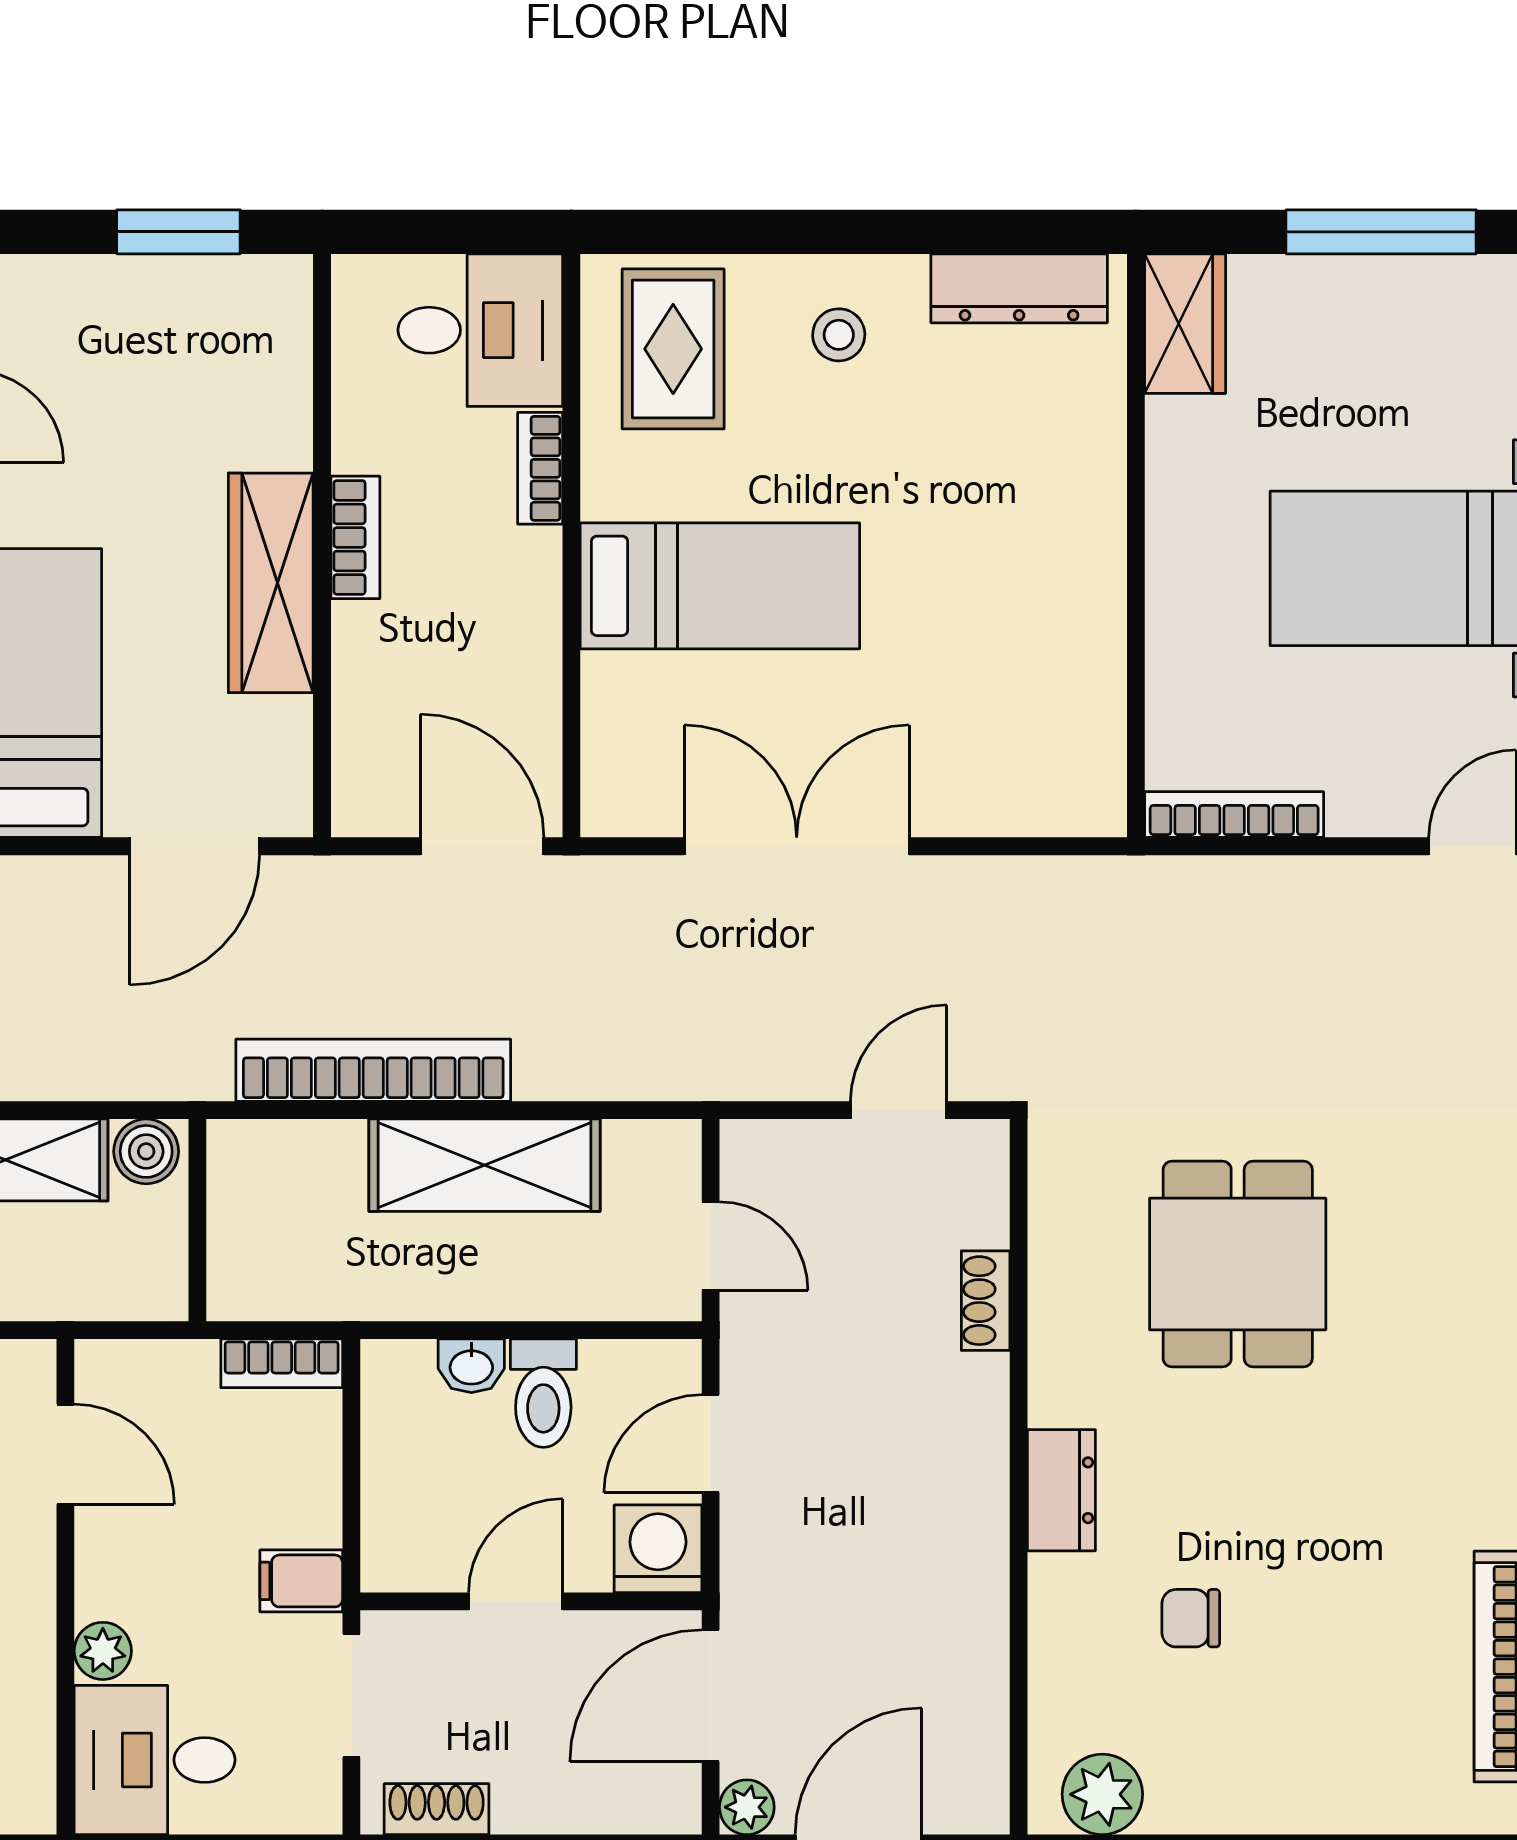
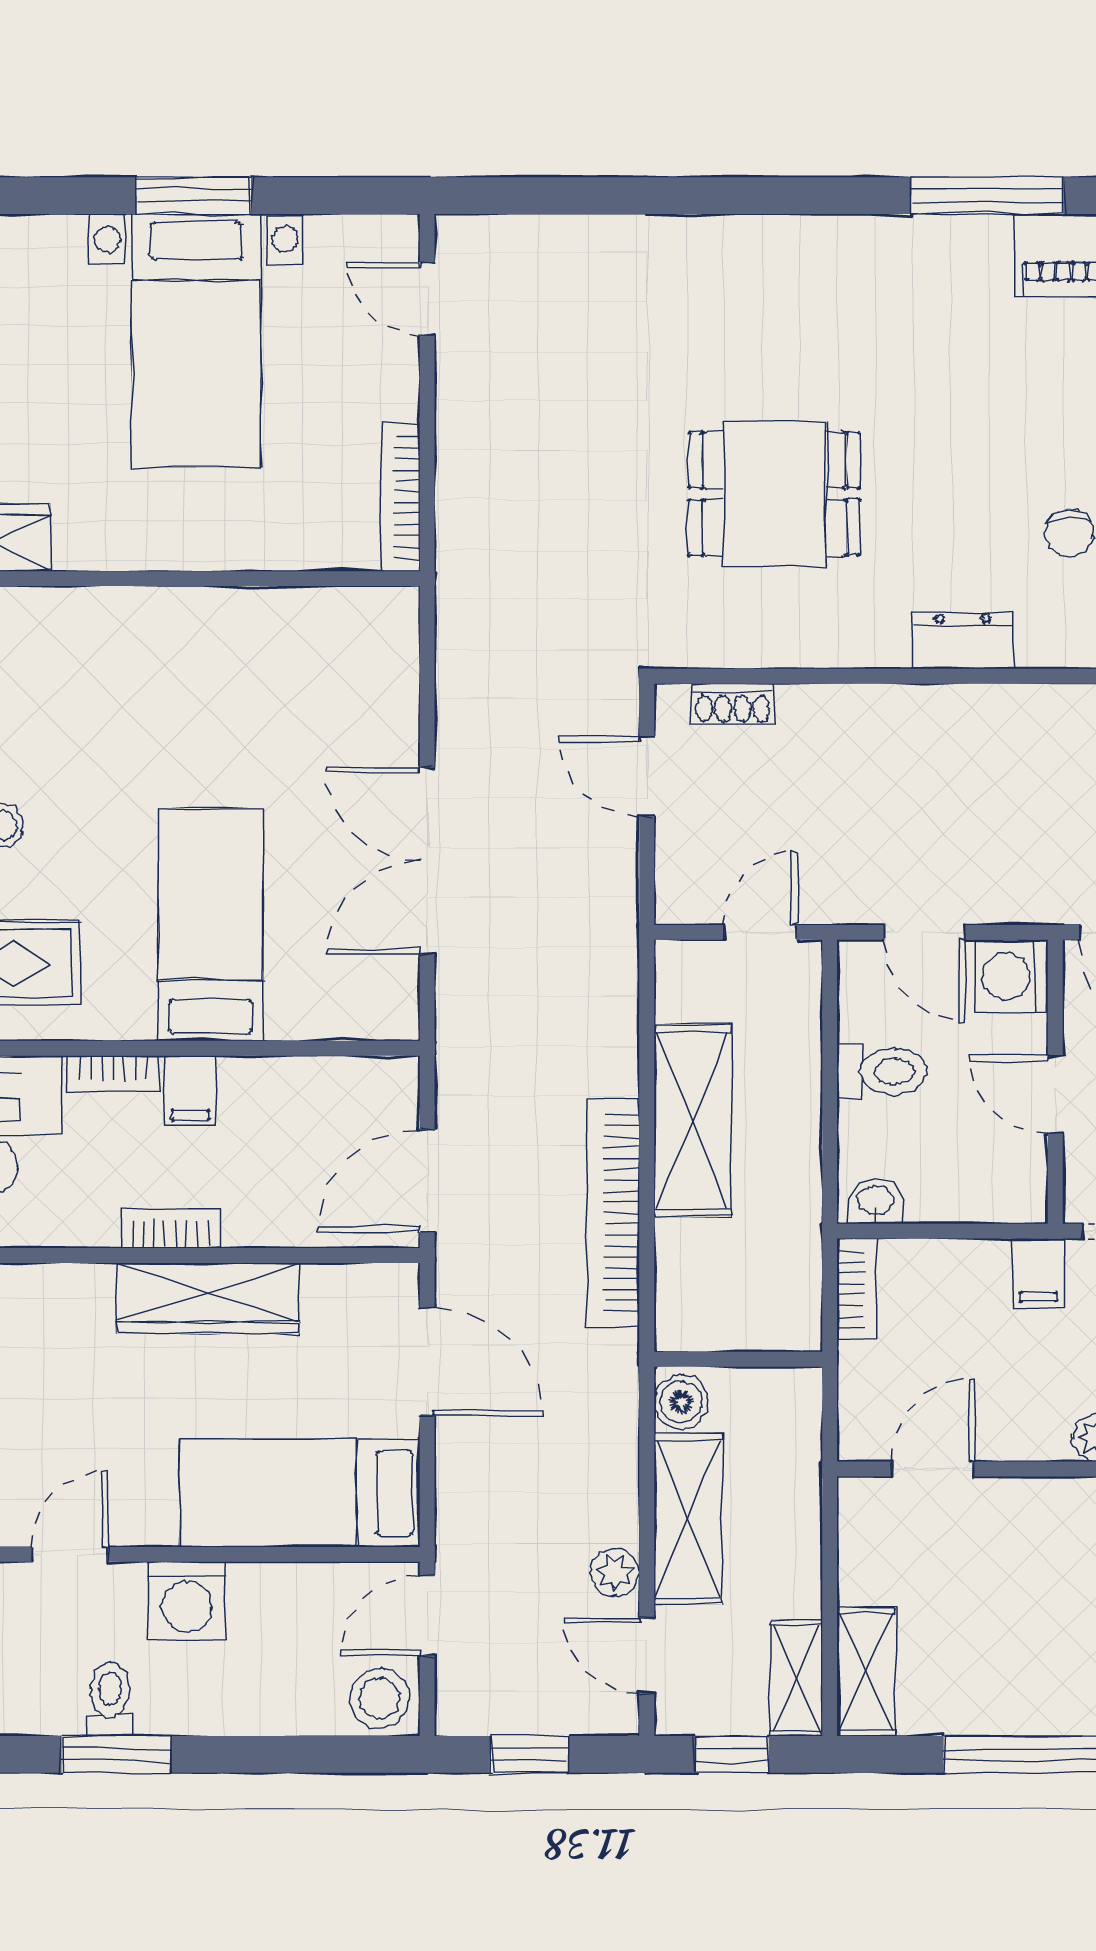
filing cabinet: (521, 562) -> (190, 1090), added
door: (482, 846) -> (427, 1181), moved
shoe rack: (986, 1301) -> (733, 704), moved
washbasin: (471, 1366) -> (875, 1201), moved, turned -90

